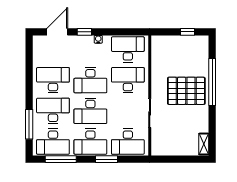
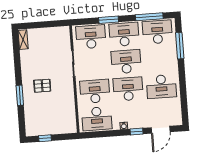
desk: (128, 80) -> (95, 91), turned 180
window: (212, 82) -> (20, 95), width x0.47
pallet: (186, 91) -> (42, 86), width x0.49, depth x0.50
desk: (53, 111) -> (159, 59), removed

